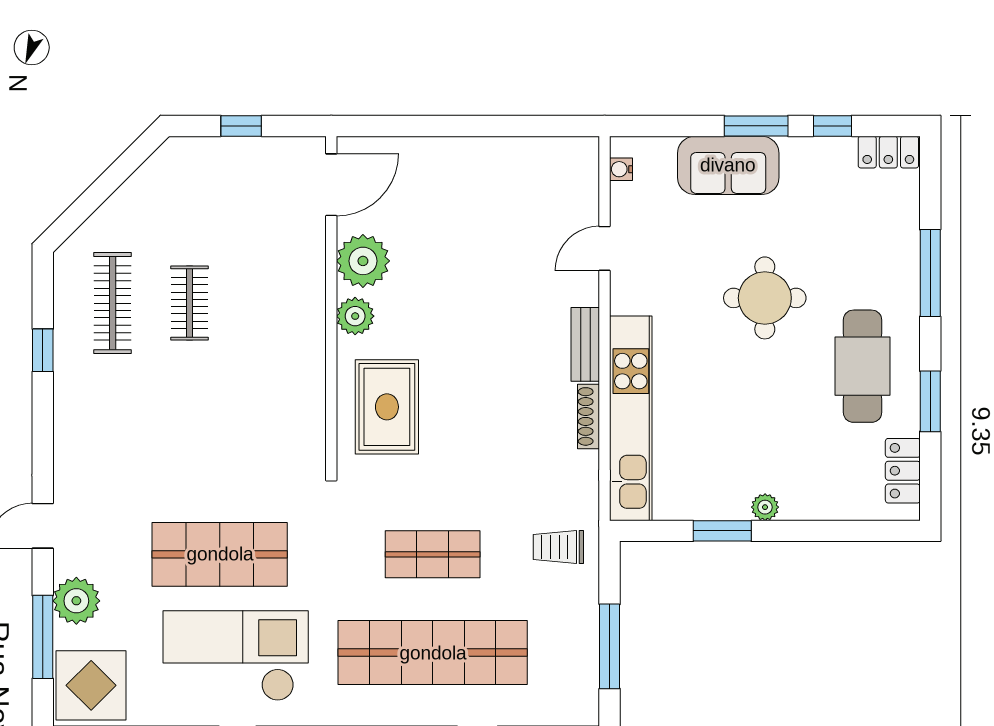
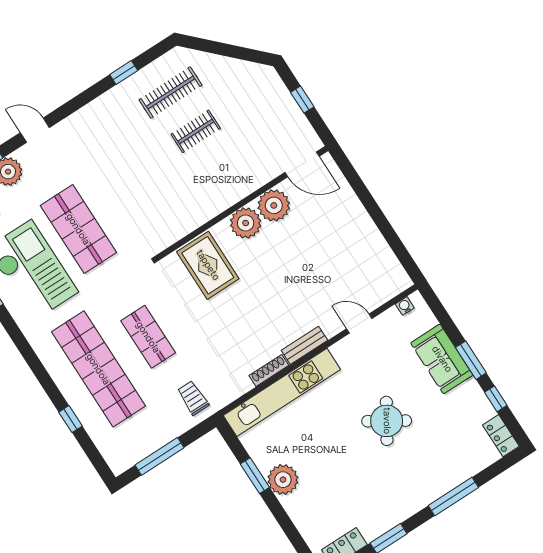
round table: (765, 298) -> (387, 421), turned 32
plant: (355, 316) -> (246, 223), width x1.36, depth x1.36
cafe table: (863, 366) -> (384, 493), removed
rug: (387, 407) -> (208, 265), turned 90
plant: (765, 507) -> (283, 480), width x1.88, depth x1.88

